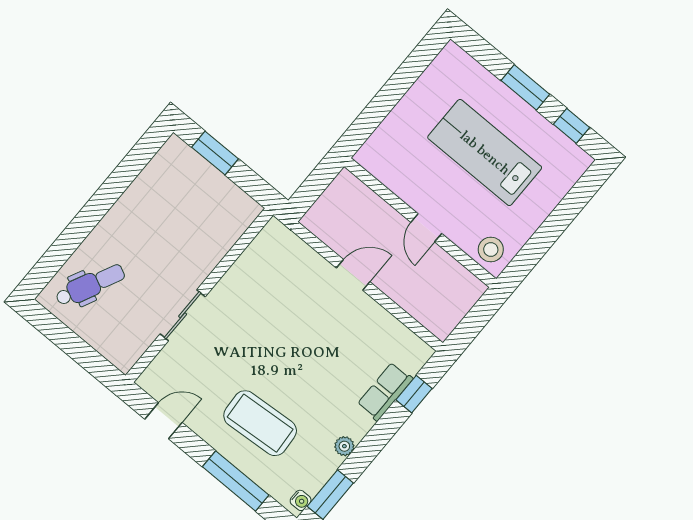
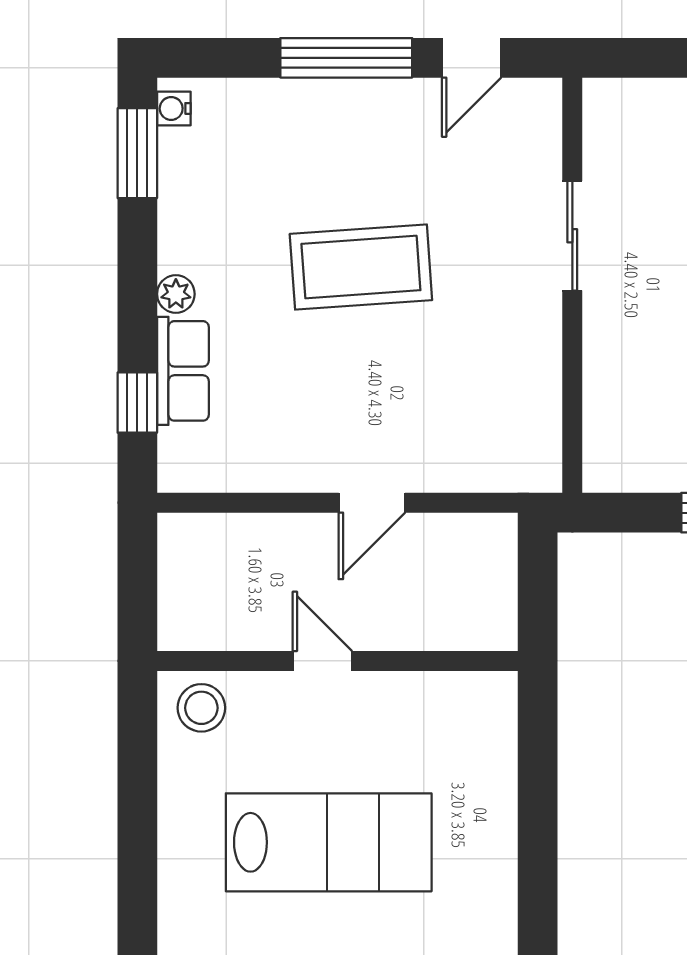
coffee table: (260, 423) -> (361, 267), moved
plant: (344, 446) -> (176, 294), moved
window: (236, 481) -> (346, 58), moved

